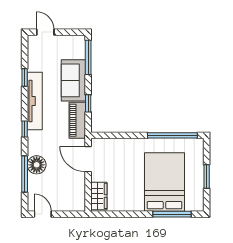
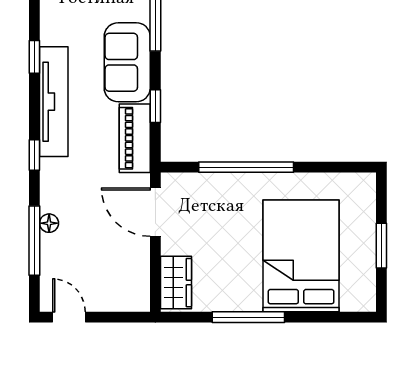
window: (172, 135) -> (246, 167), moved
floor lamp: (37, 165) -> (49, 223), width x0.53, depth x0.53
window: (172, 214) -> (248, 317), moved

